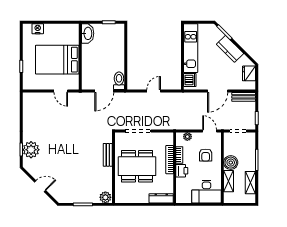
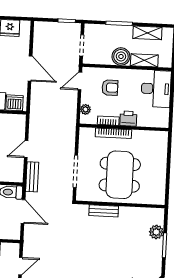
door: (154, 91) -> (26, 149), hinge flipped
bench: (244, 97) -> (32, 177), moved
plant: (105, 197) -> (156, 232), moved
dresser: (161, 198) -> (162, 146), removed

